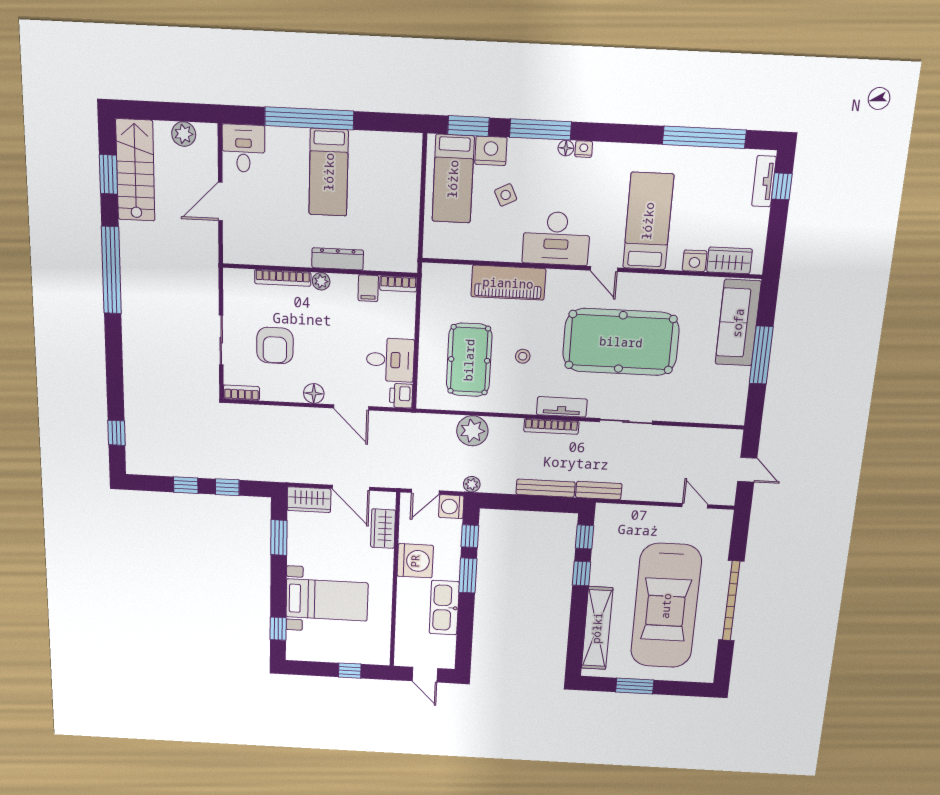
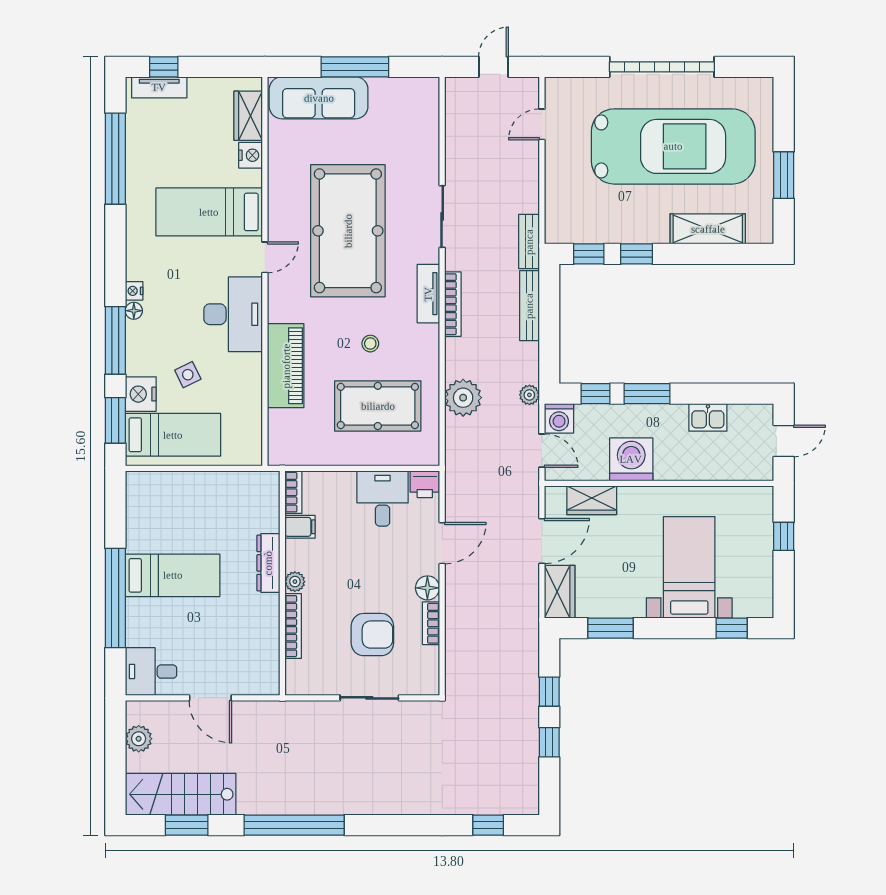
bookcase: (241, 393) -> (431, 623), moved
kitchen sink: (444, 608) -> (708, 417), width x0.53, depth x0.81
shelving: (597, 628) -> (708, 229), width x0.68

